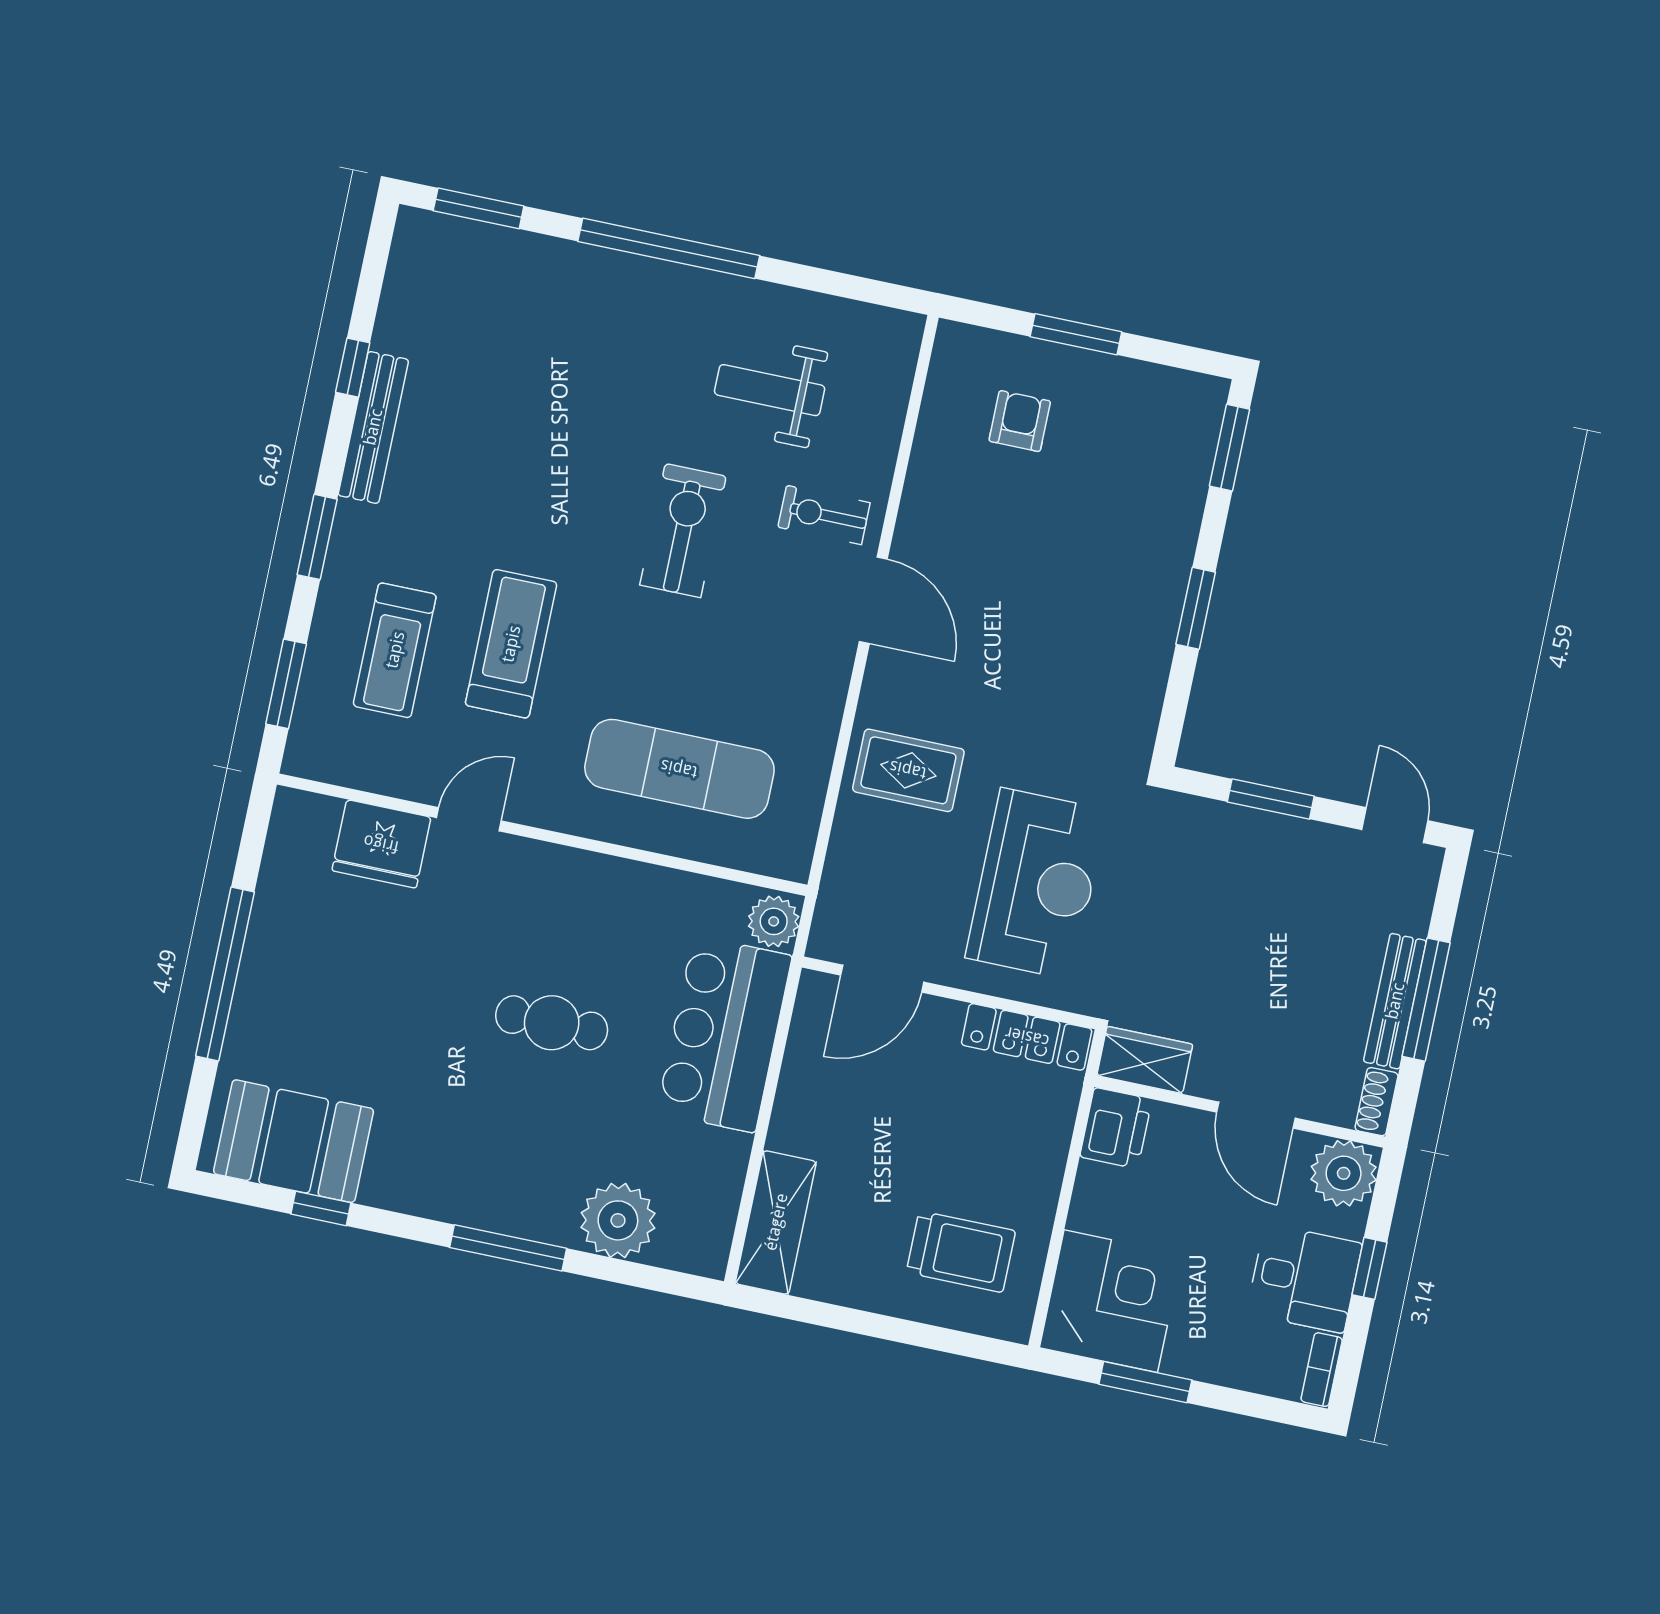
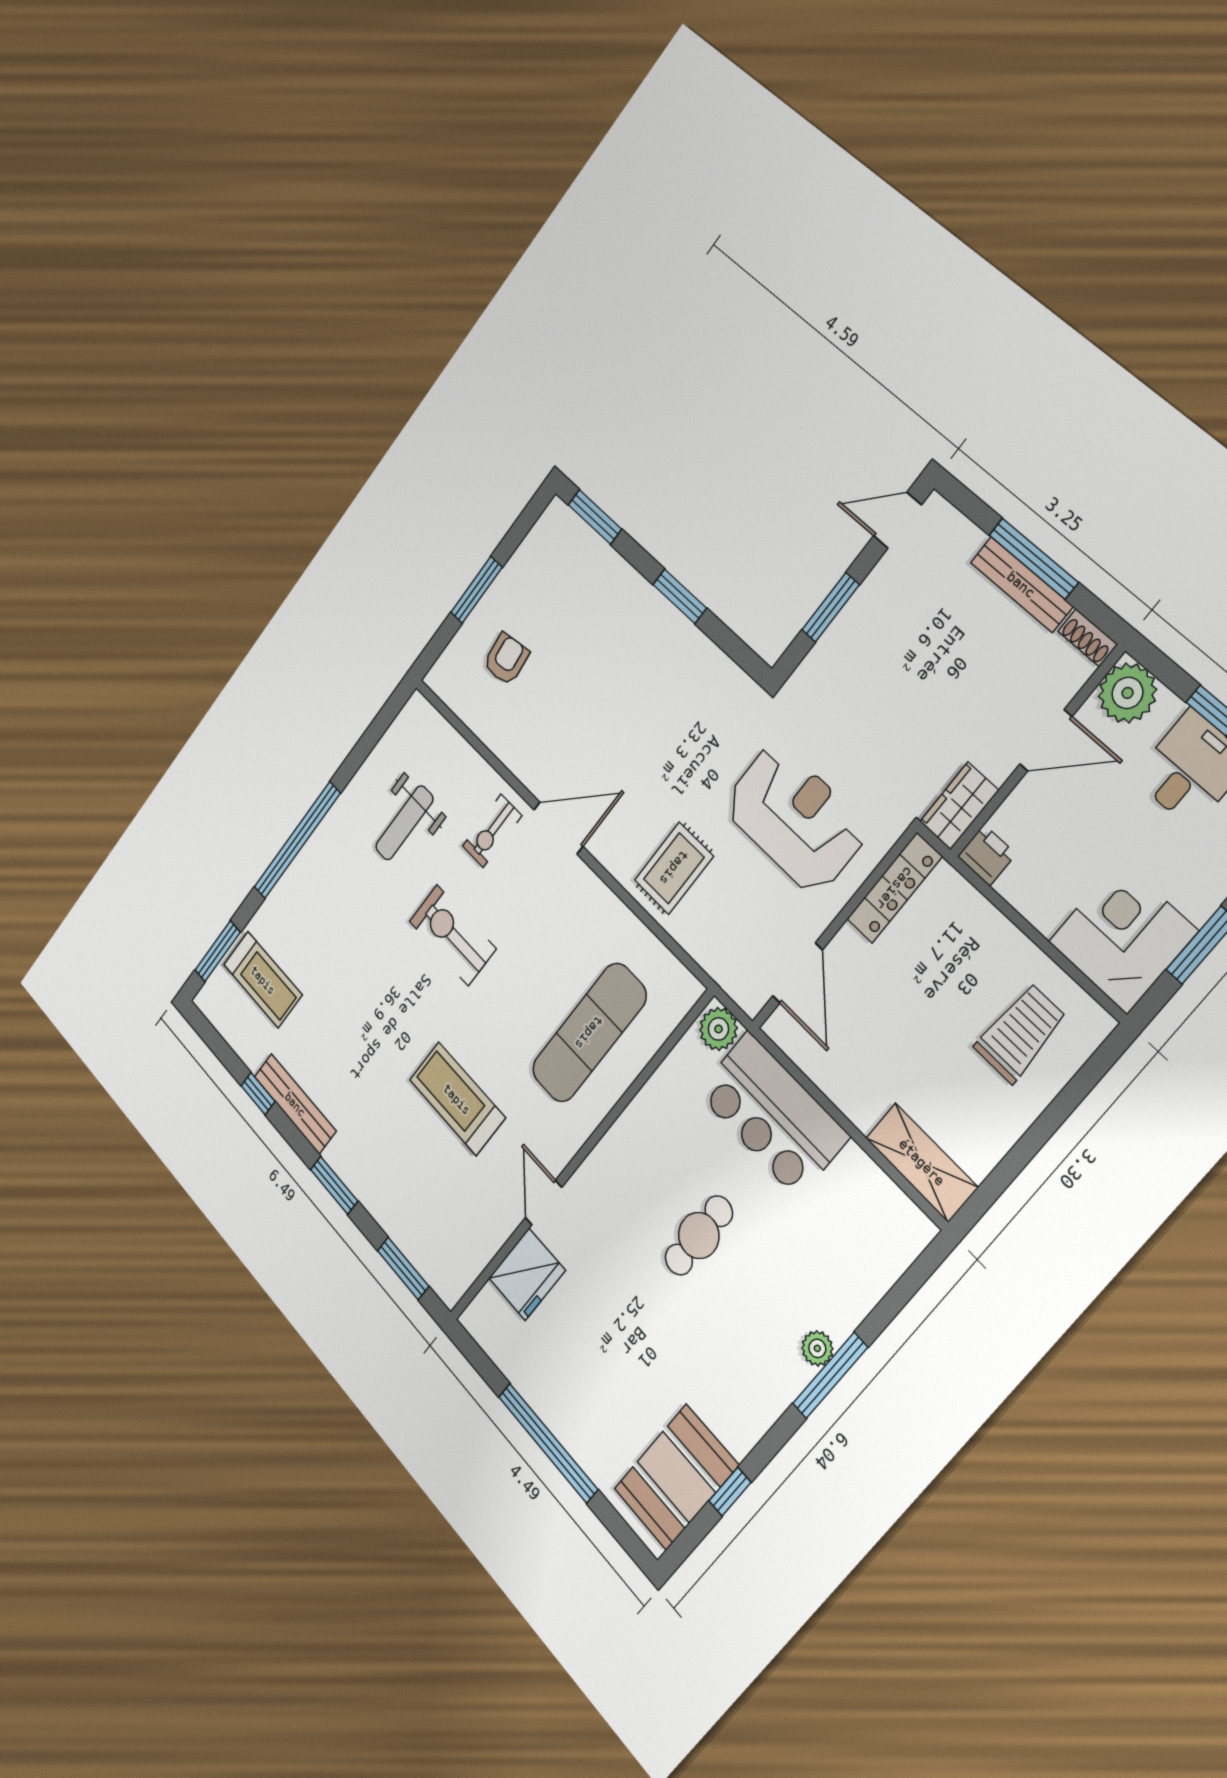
armchair: (1020, 421) -> (506, 659), turned 83
treadmill: (395, 650) -> (263, 980), moved
printer: (1116, 1128) -> (987, 855), width x0.73, depth x0.81
plant: (618, 1220) -> (817, 1348), moved, width x0.53, depth x0.53

